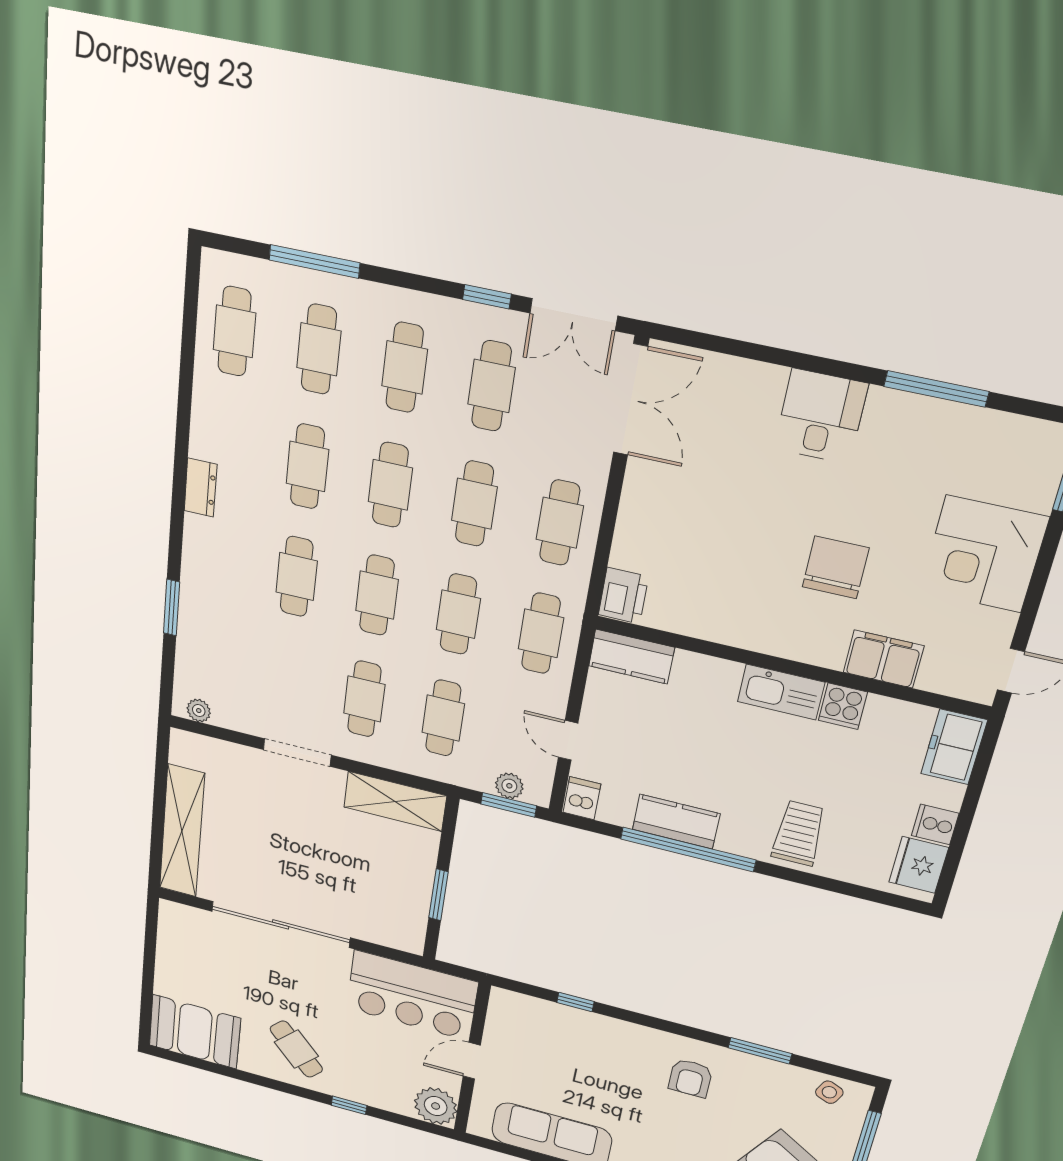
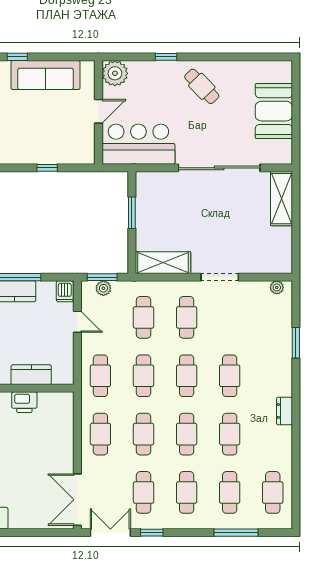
printer: (623, 596) -> (24, 402), moved, turned -90
kitchen counter: (631, 657) -> (31, 375), moved
shelving: (182, 831) -> (281, 199), width x0.68
booth: (195, 1032) -> (274, 111), moved, turned 90

